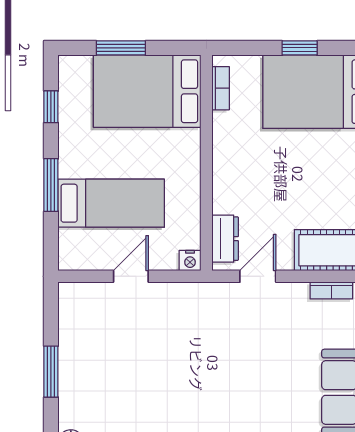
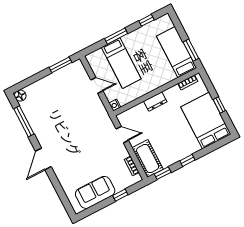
window: (121, 48) -> (191, 50), moved
bed: (147, 91) -> (177, 52), width x0.67
dresser: (225, 239) -> (155, 102), moved
window: (51, 372) -> (60, 65), moved

